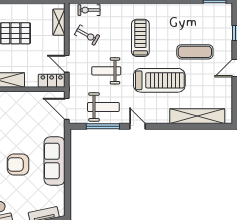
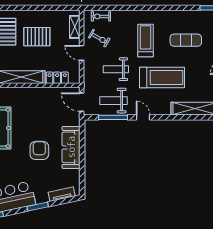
exercise mat: (195, 52) -> (186, 40), moved
door: (67, 64) -> (82, 53), moved
locker: (52, 81) -> (57, 78), moved
weight bench: (103, 107) -> (113, 101), turned 180
armchair: (18, 164) -> (39, 150), turned 90

